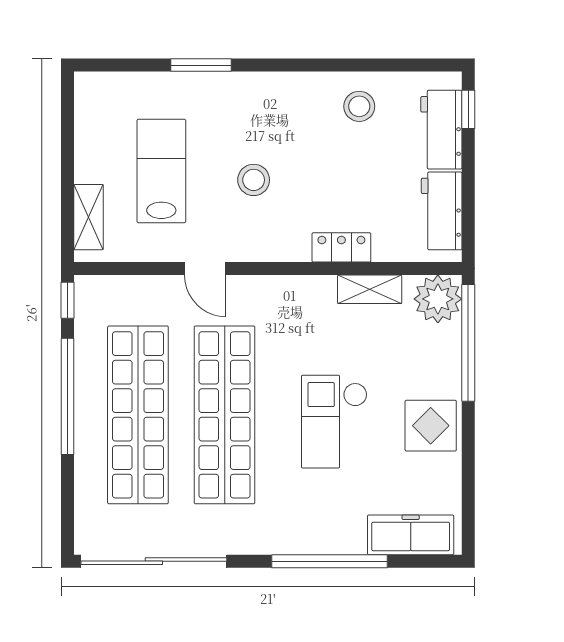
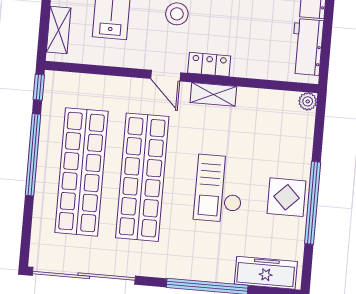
locker: (341, 247) -> (209, 64), moved
door: (205, 269) -> (166, 76), moved
shelving: (370, 289) -> (213, 94), moved
plant: (438, 299) -> (308, 101), width x0.53, depth x0.53
window: (468, 343) -> (313, 203), moved

